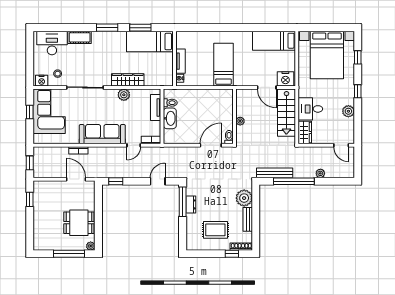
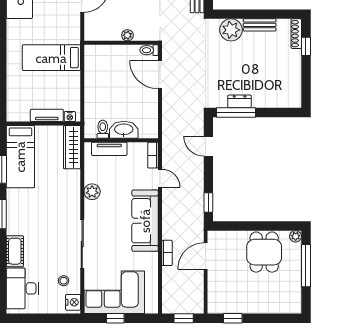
wardrobe: (128, 80) -> (72, 147), moved
rug: (215, 230) -> (274, 68), removed

